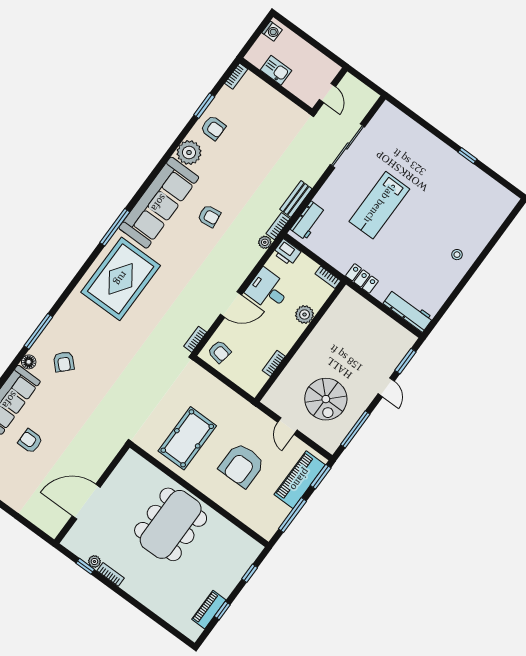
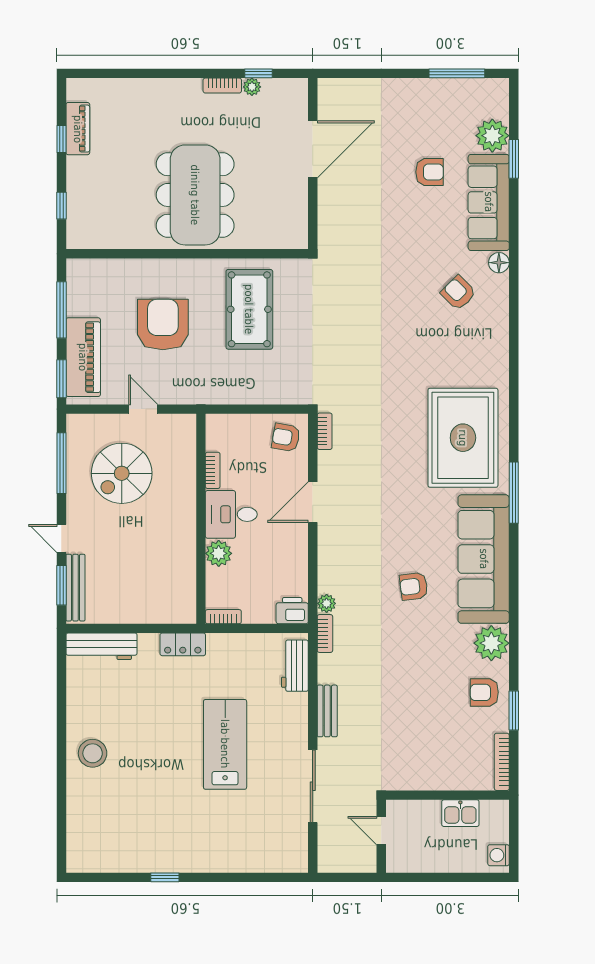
bookcase: (236, 76) -> (502, 762), width x1.56
bench: (296, 199) -> (327, 711), moved
stool: (457, 255) -> (93, 753), width x1.89, depth x1.89
desk: (268, 290) -> (231, 514), moved, turned 180
window: (38, 331) -> (514, 306), removed
bench: (399, 354) -> (75, 588), added
spiral stairs: (326, 399) -> (122, 473), turned -90

